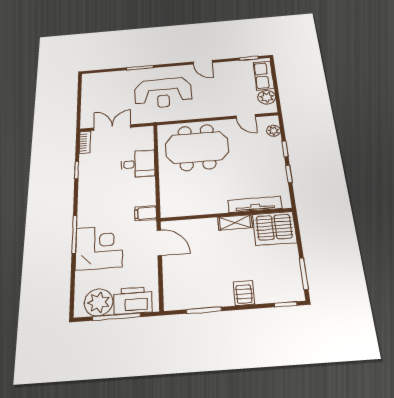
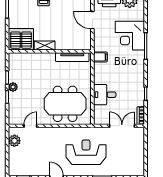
row of seats: (264, 75) -> (14, 160), removed
door: (246, 116) -> (30, 126), hinge flipped
double door: (112, 128) -> (122, 126), swing flipped
plant: (274, 131) -> (13, 87), moved
tv unit: (255, 204) -> (72, 57), moved
door: (159, 243) -> (92, 20), moved

